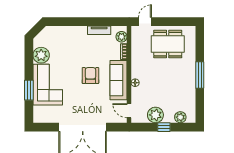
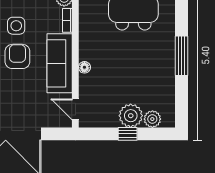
side table: (90, 55) -> (16, 26), added
plant: (155, 115) -> (131, 116), moved

